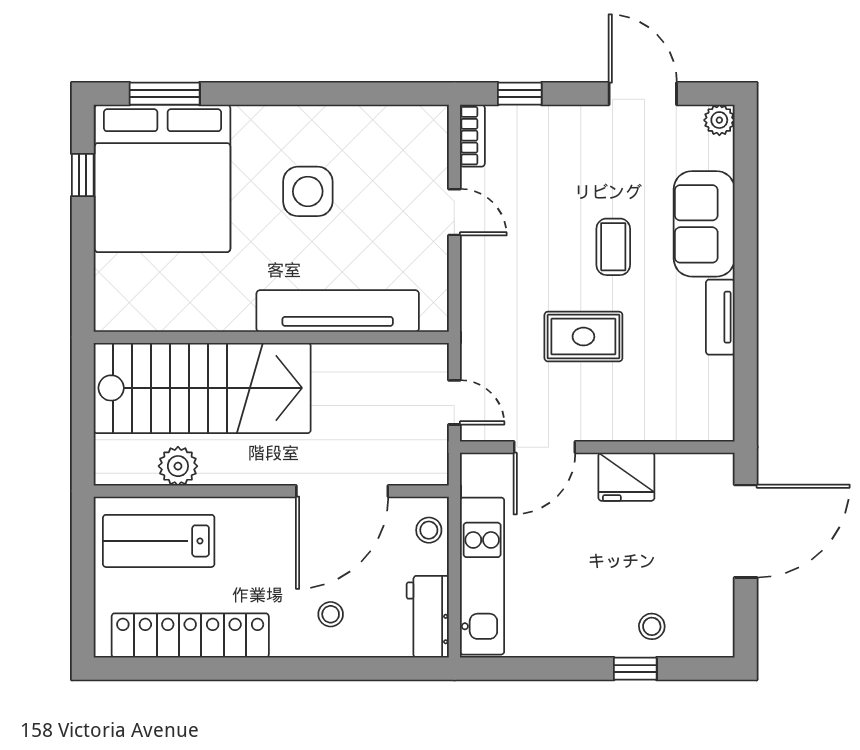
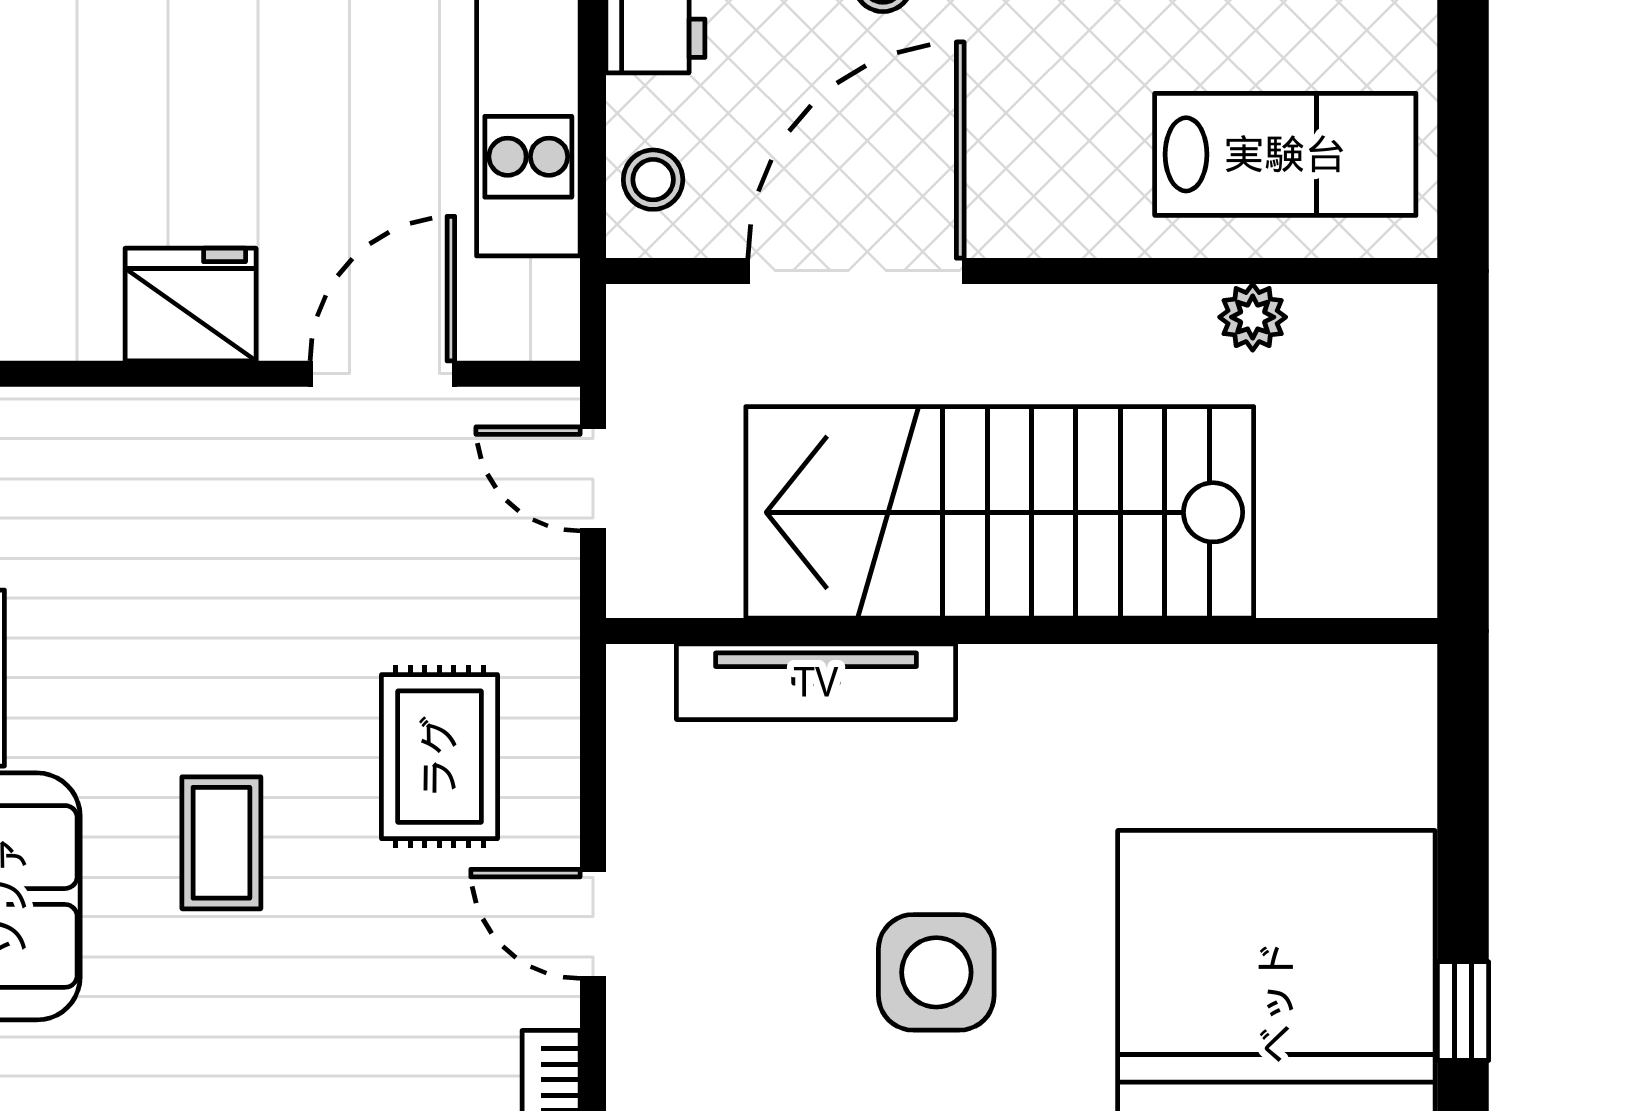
tv unit: (338, 311) -> (816, 682), width x0.73, depth x0.78
rug: (583, 337) -> (439, 757), moved, turned 90
stairs: (202, 388) -> (1000, 512), moved
plant: (178, 466) -> (1253, 317), width x0.73, depth x0.73

